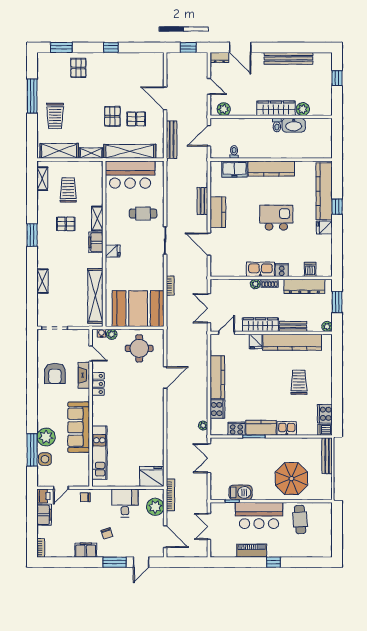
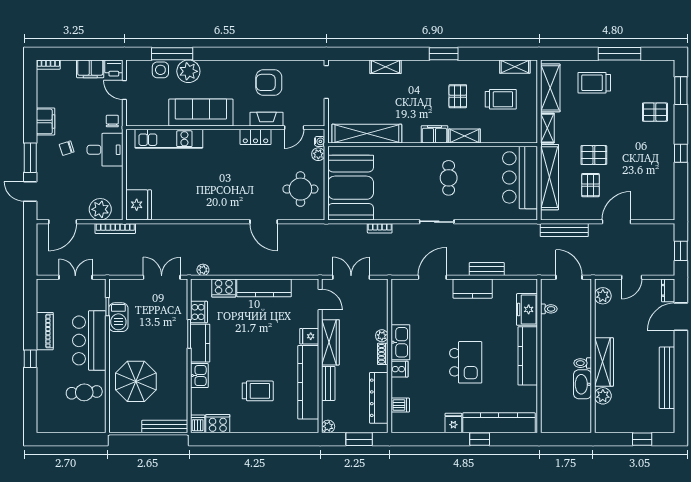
cafe table: (143, 214) -> (449, 178), moved
fridge: (113, 251) -> (424, 155), removed
desk: (125, 503) -> (105, 150), moved

